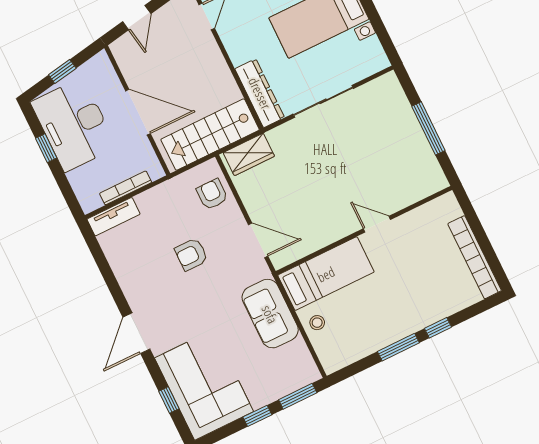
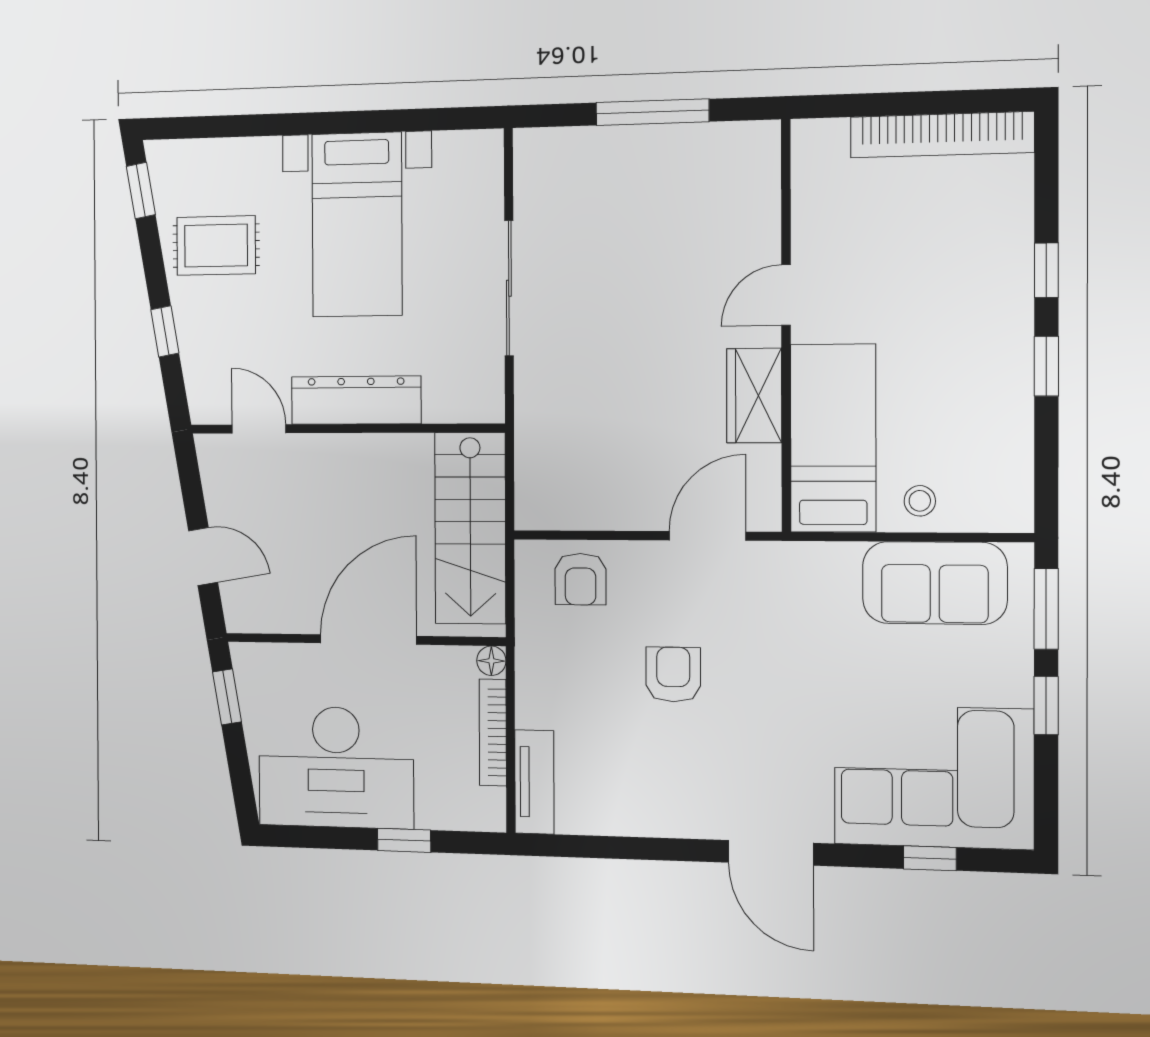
window: (62, 71) -> (227, 697), moved
dresser: (260, 93) -> (356, 400), moved
window: (46, 148) -> (404, 840), moved
wardrobe: (249, 154) -> (754, 396), moved, turned 180
floor lamp: (157, 172) -> (491, 661), added
armchair: (212, 194) -> (580, 579), turned -90
armchair: (191, 254) -> (673, 675), turned 180
sofa: (270, 314) -> (935, 583), moved
window: (398, 347) -> (1046, 366), width x0.67

